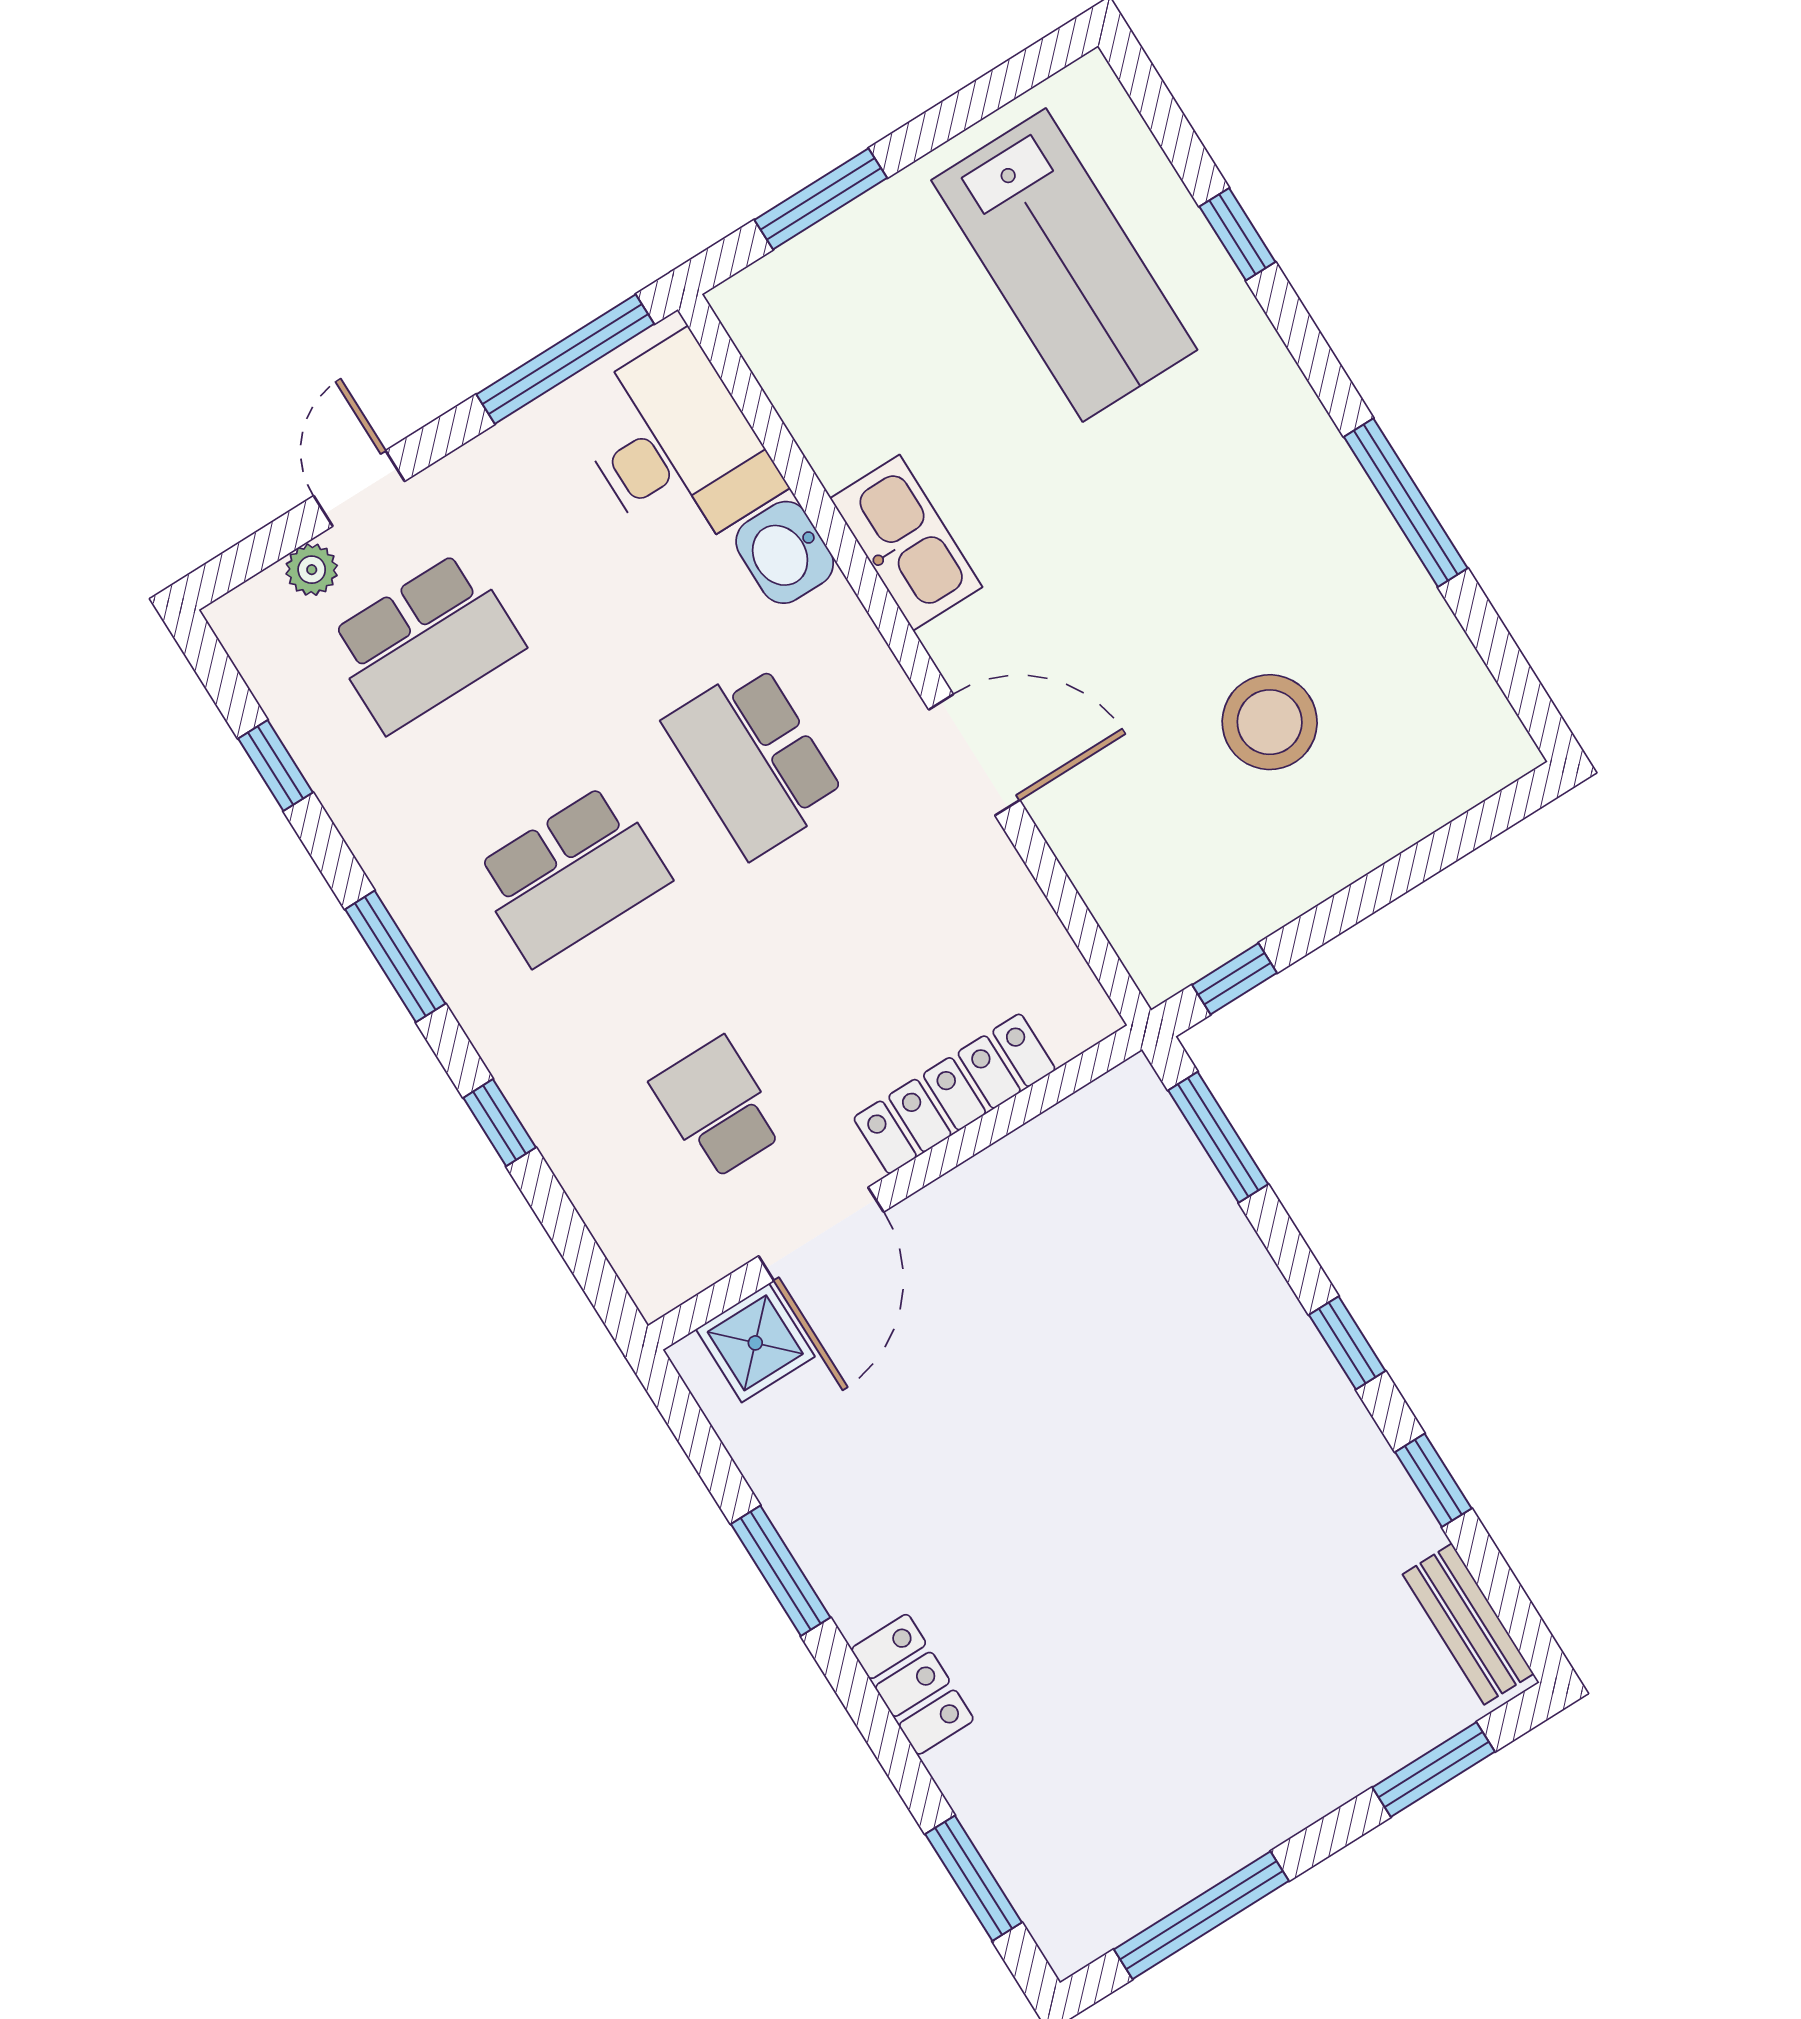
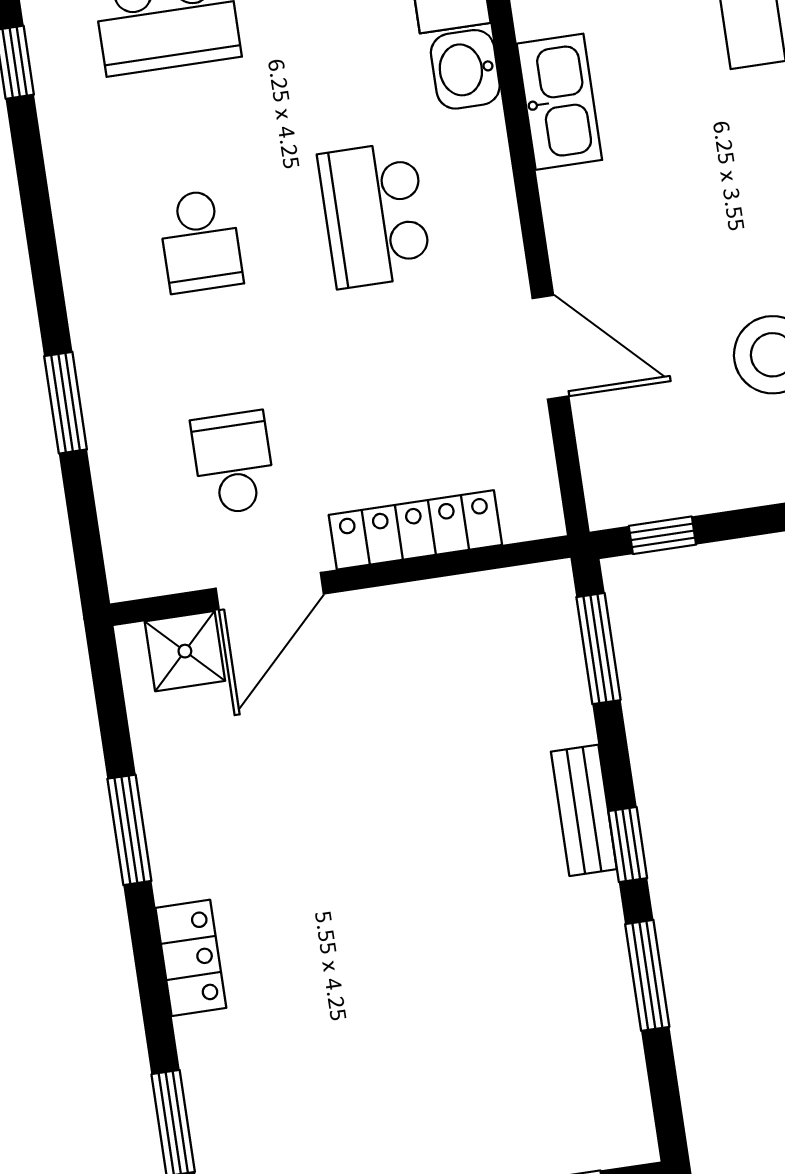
door: (974, 755) -> (551, 347), moved
school desk: (571, 875) -> (200, 241), width x0.54
window: (395, 956) -> (42, 244), removed
window: (500, 1123) -> (66, 403), width x1.50
window: (1433, 1480) -> (647, 975), width x1.50
bench: (1468, 1624) -> (584, 810), moved

